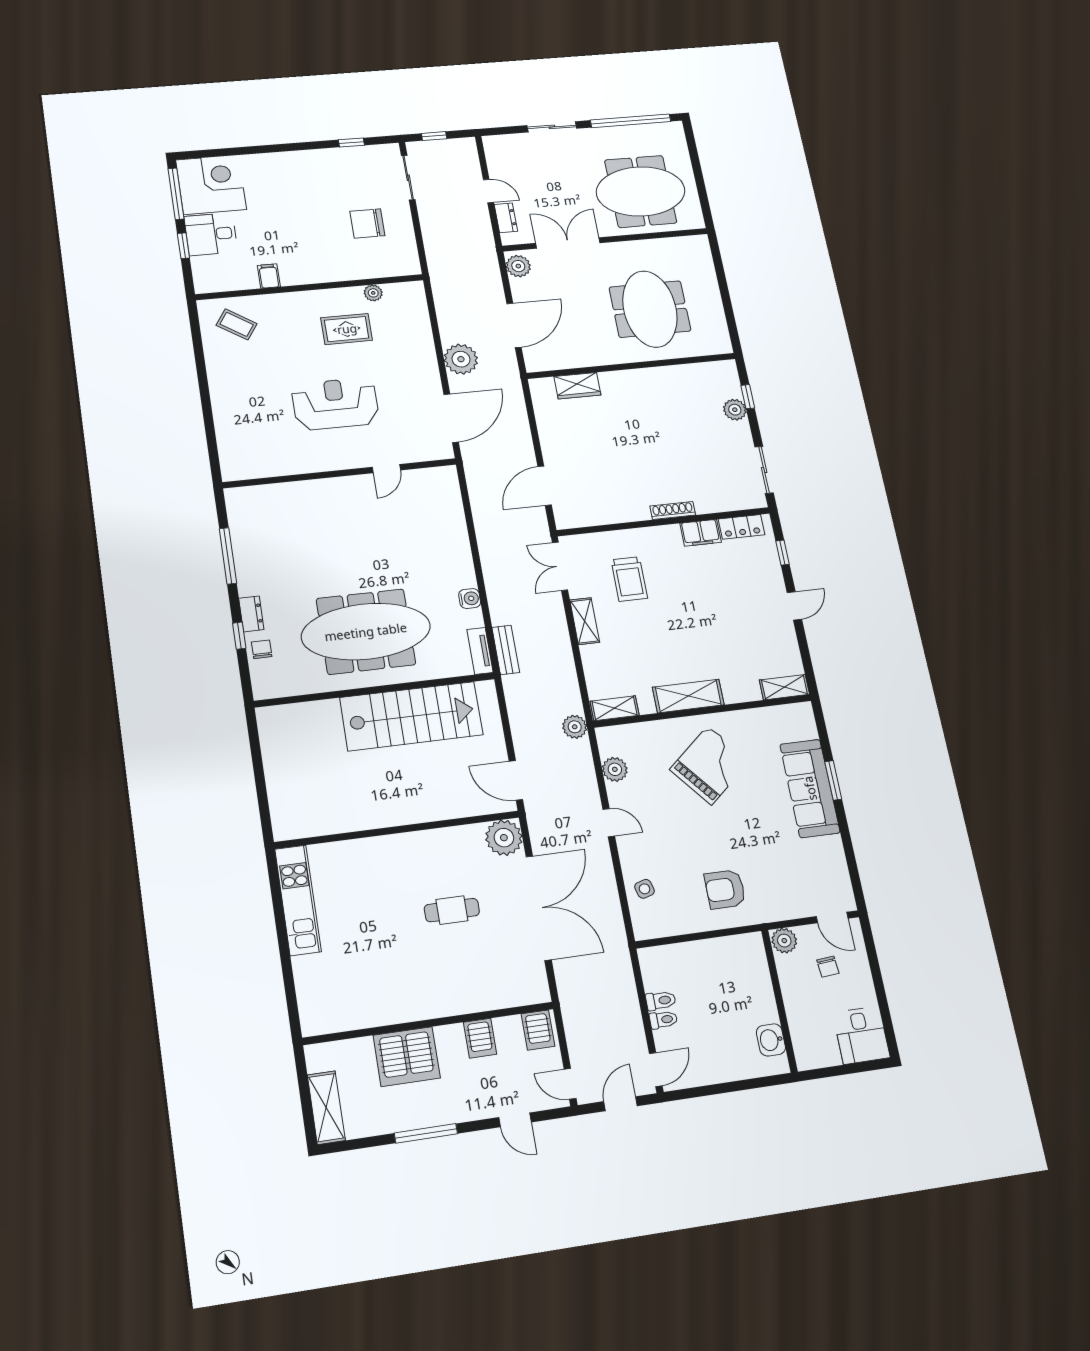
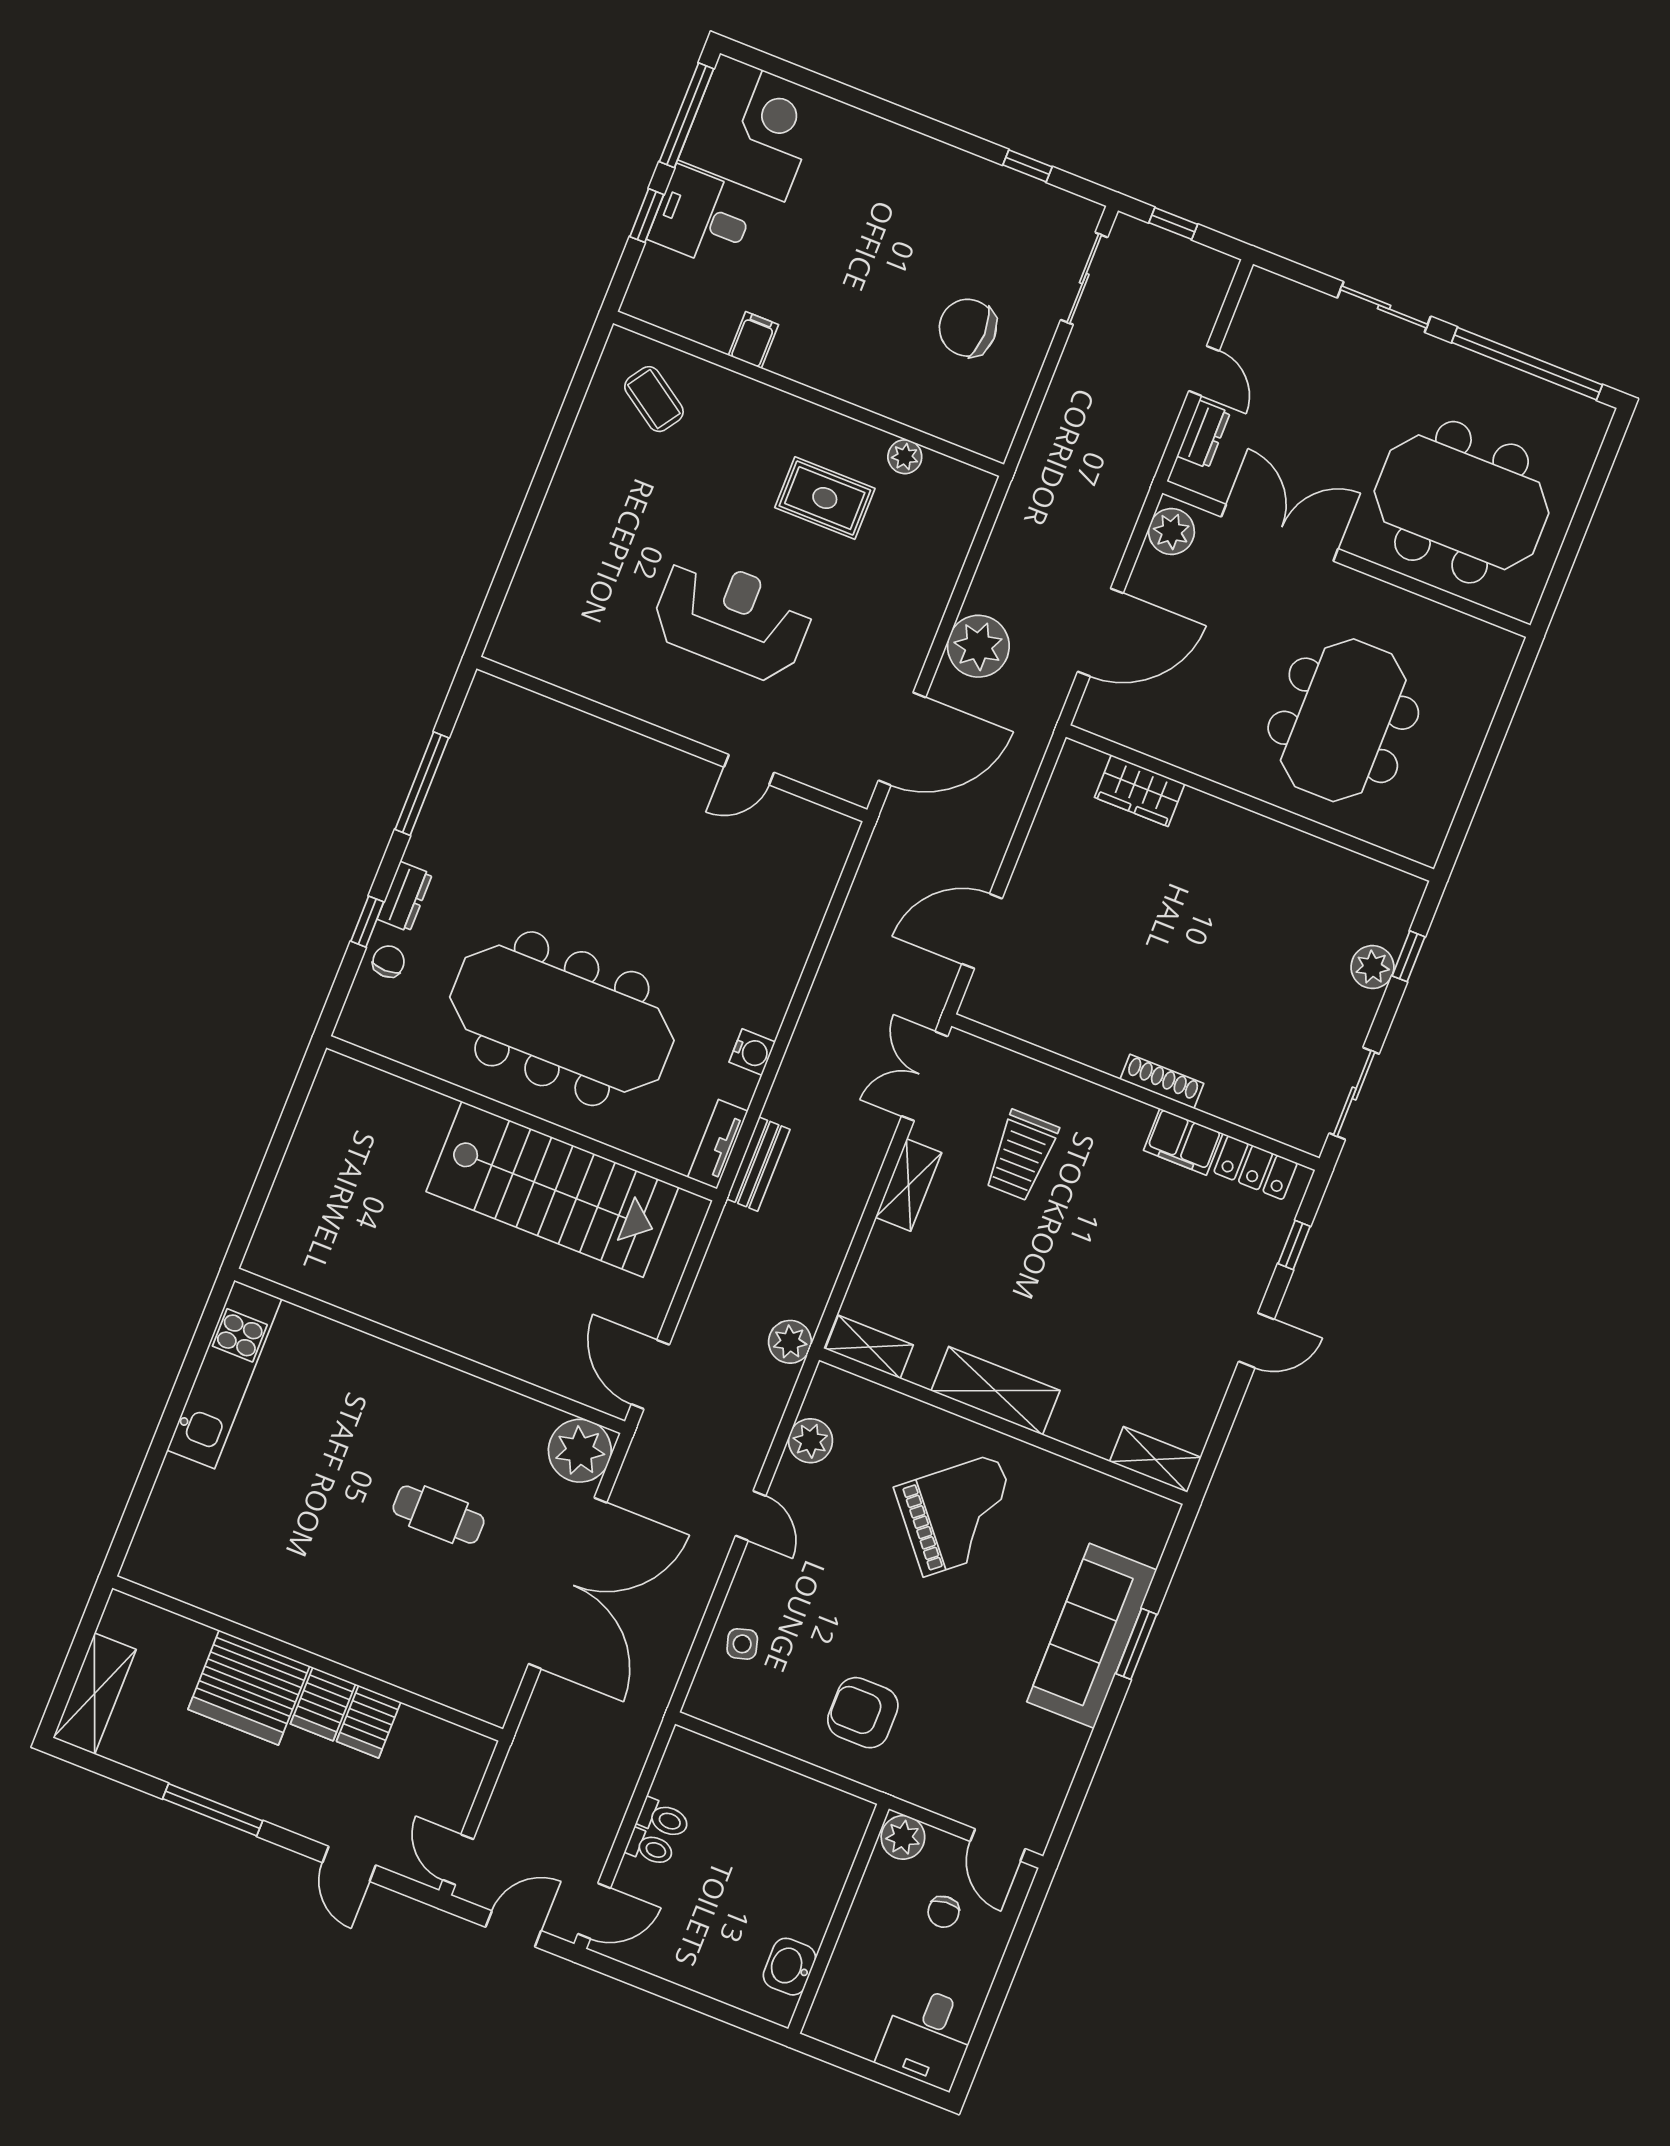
server rack: (538, 1030) -> (323, 1704), moved

